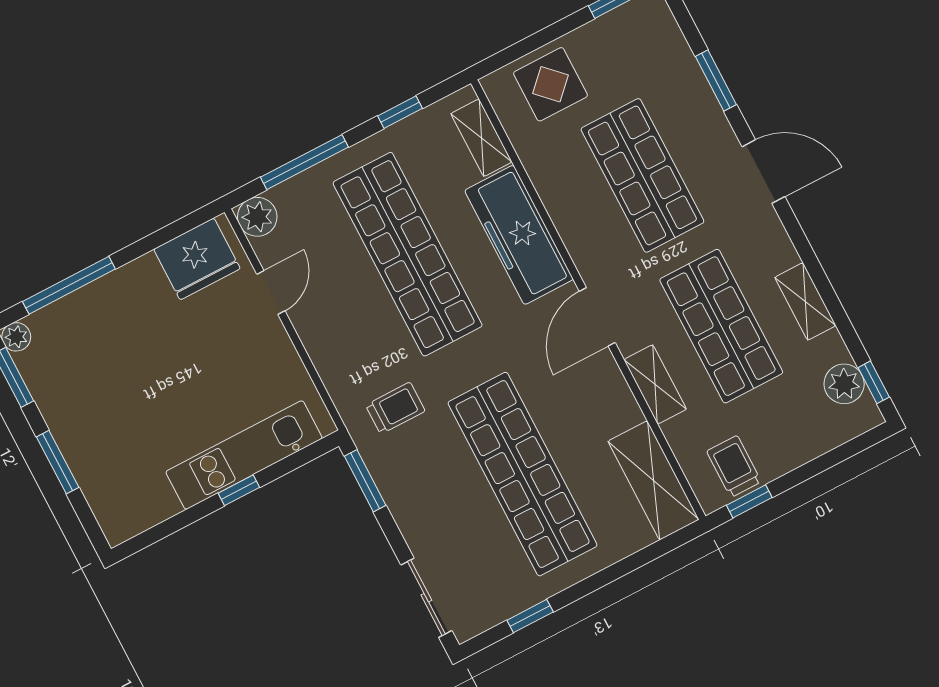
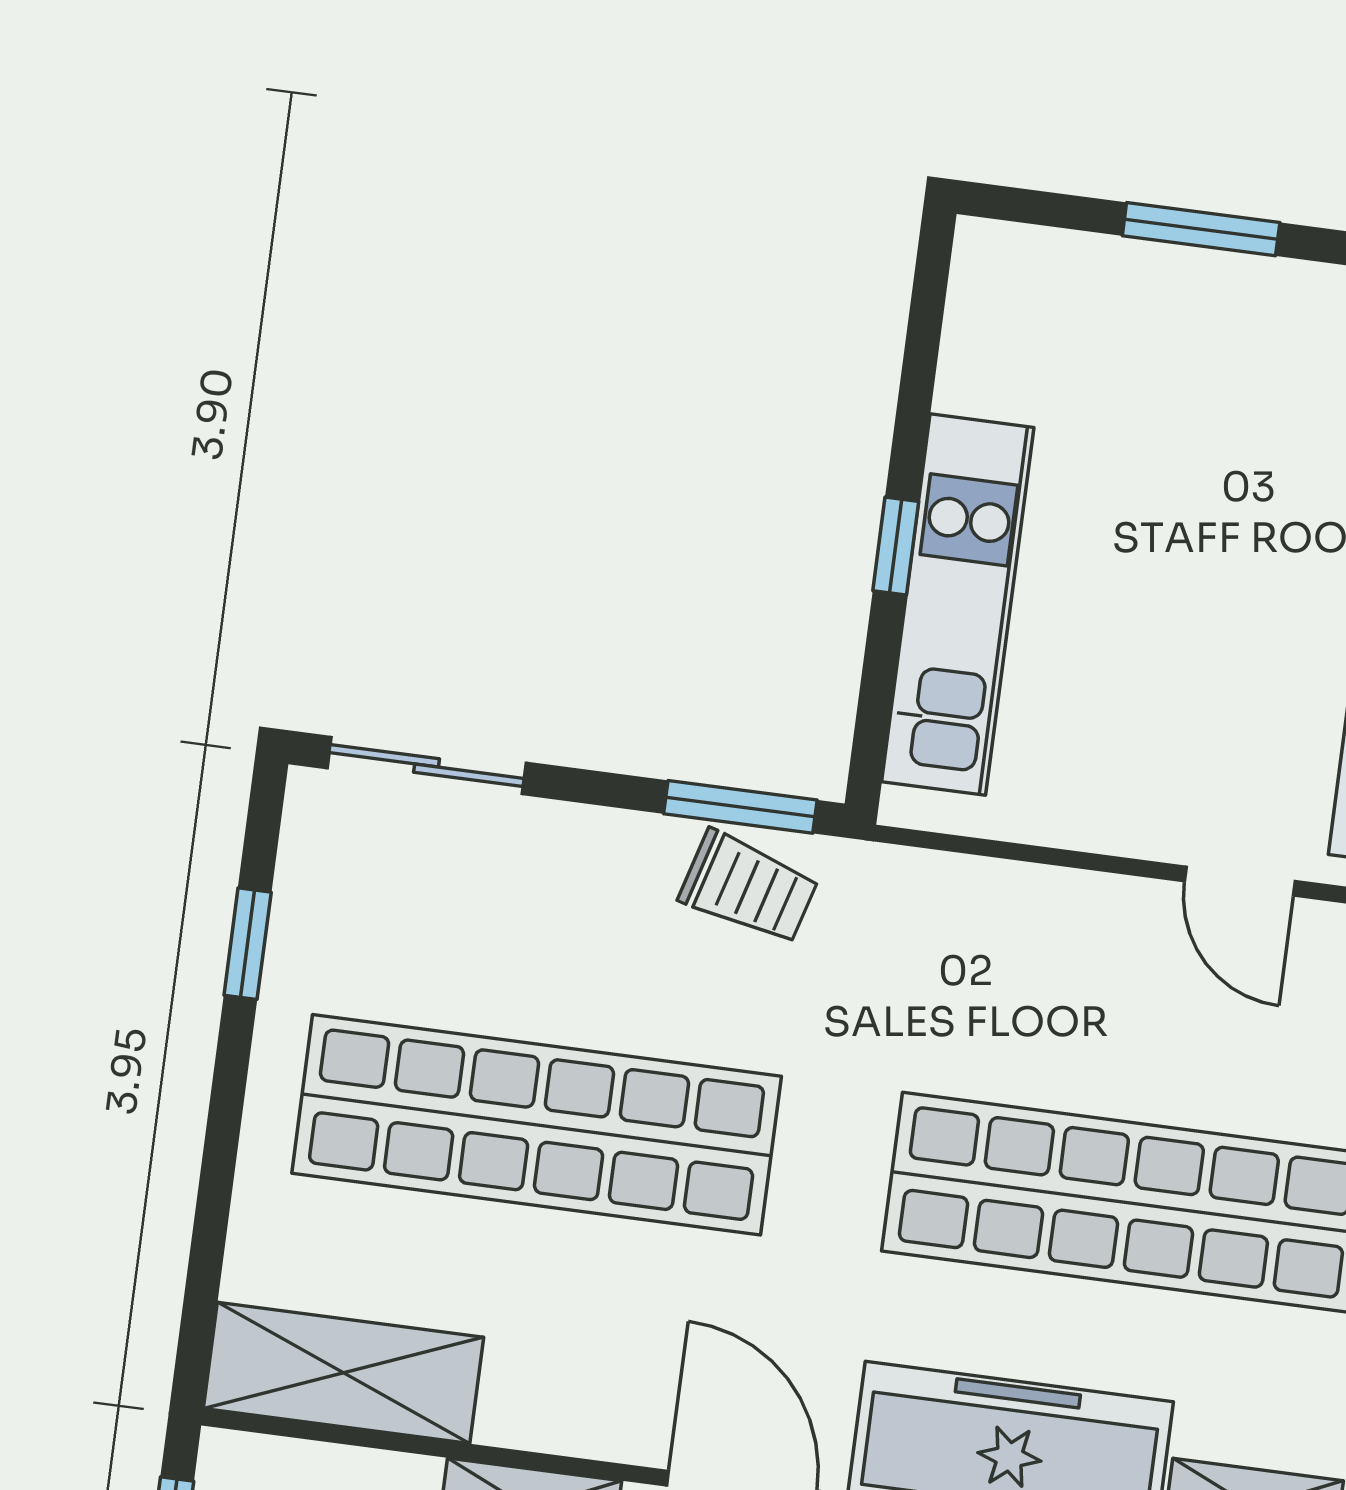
trolley: (395, 408) -> (749, 888), moved, turned -74

